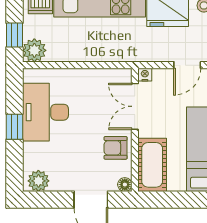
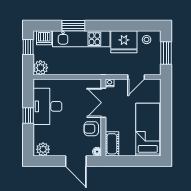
window: (15, 35) -> (28, 47), moved
cot: (152, 165) -> (112, 144), width x0.73, depth x0.75

